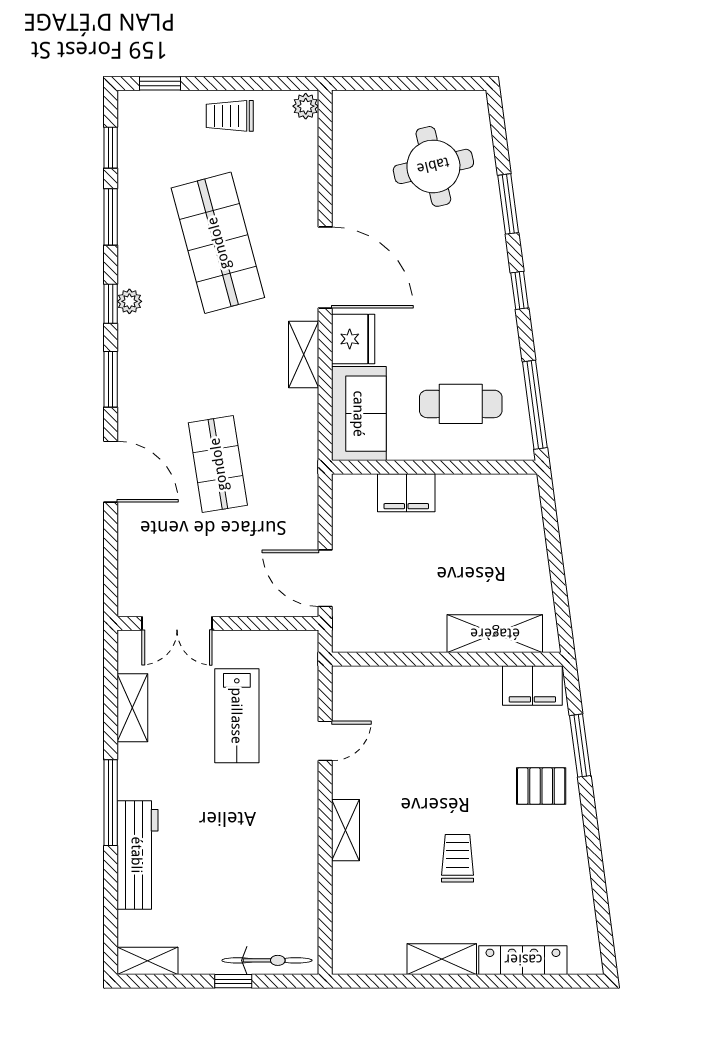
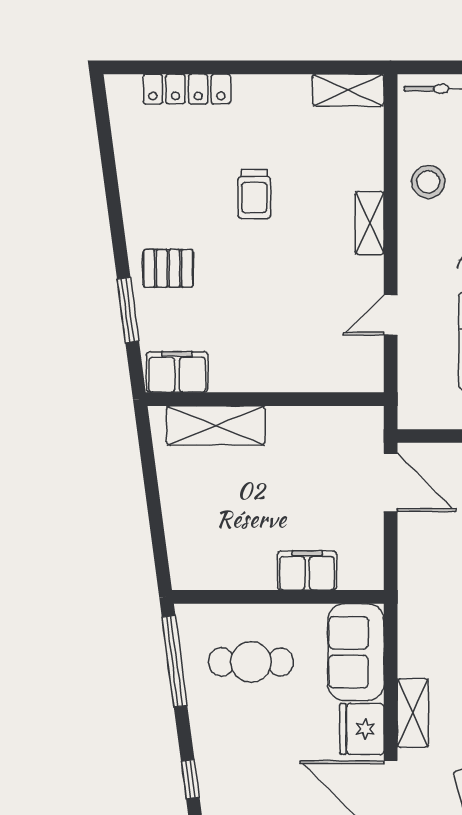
stool: (289, 870) -> (428, 182), added
shelving: (442, 959) -> (348, 90), moved

